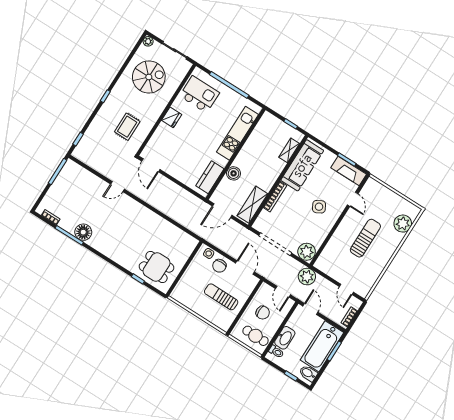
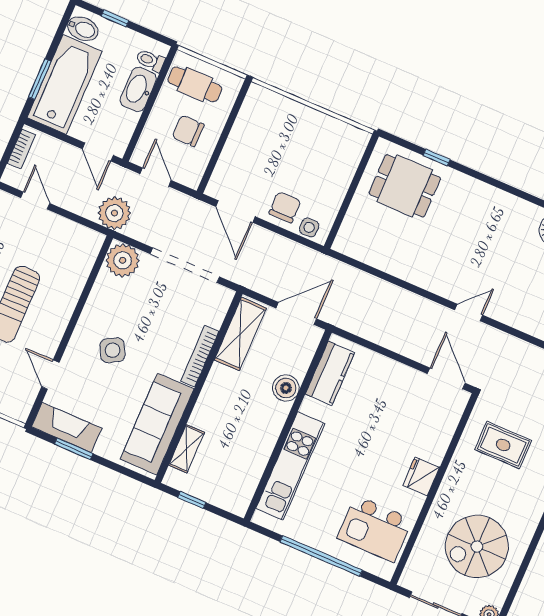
rug: (127, 127) -> (503, 445), turned 90
door: (117, 187) -> (469, 313), moved
sun lounger: (221, 297) -> (272, 148), removed

